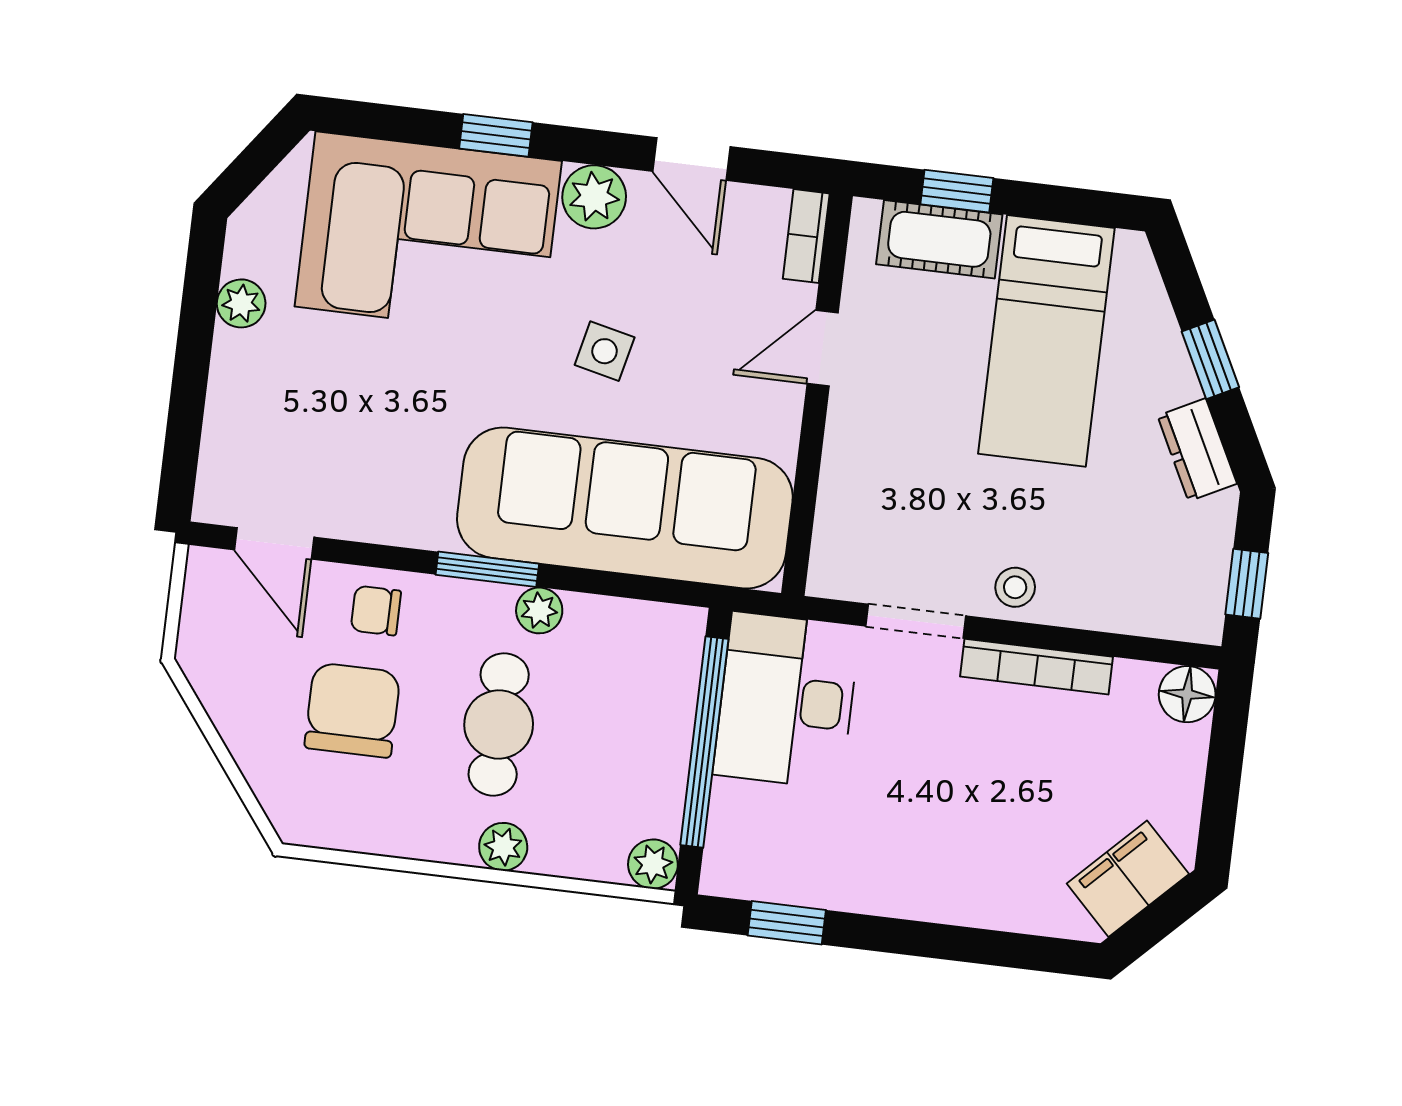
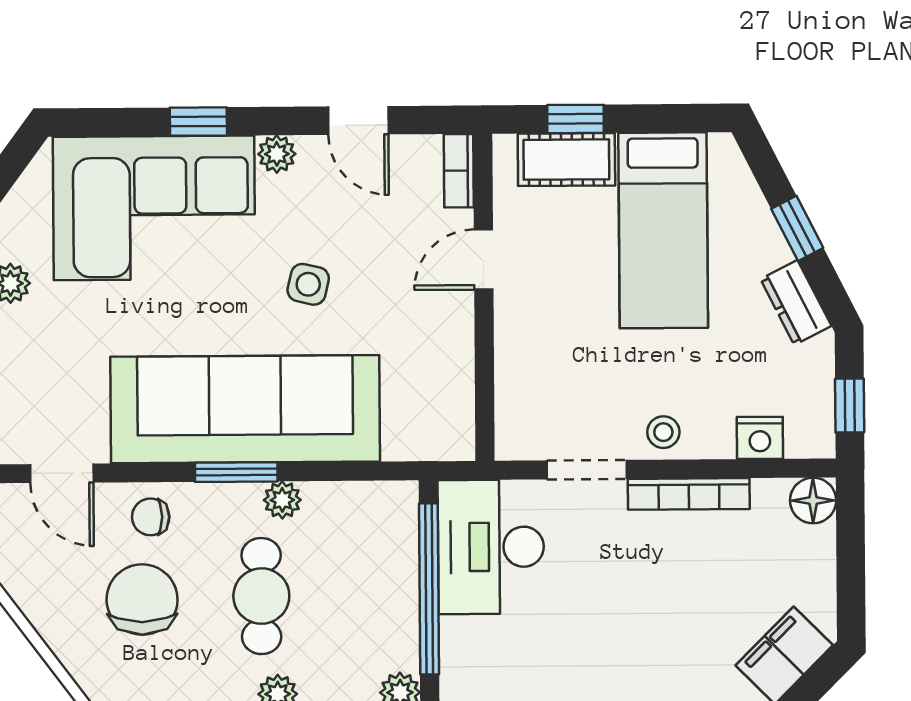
plant: (594, 197) -> (277, 154), width x0.73, depth x0.73
sofa: (625, 508) -> (245, 409), moved
nightstand: (1132, 609) -> (760, 438), added

